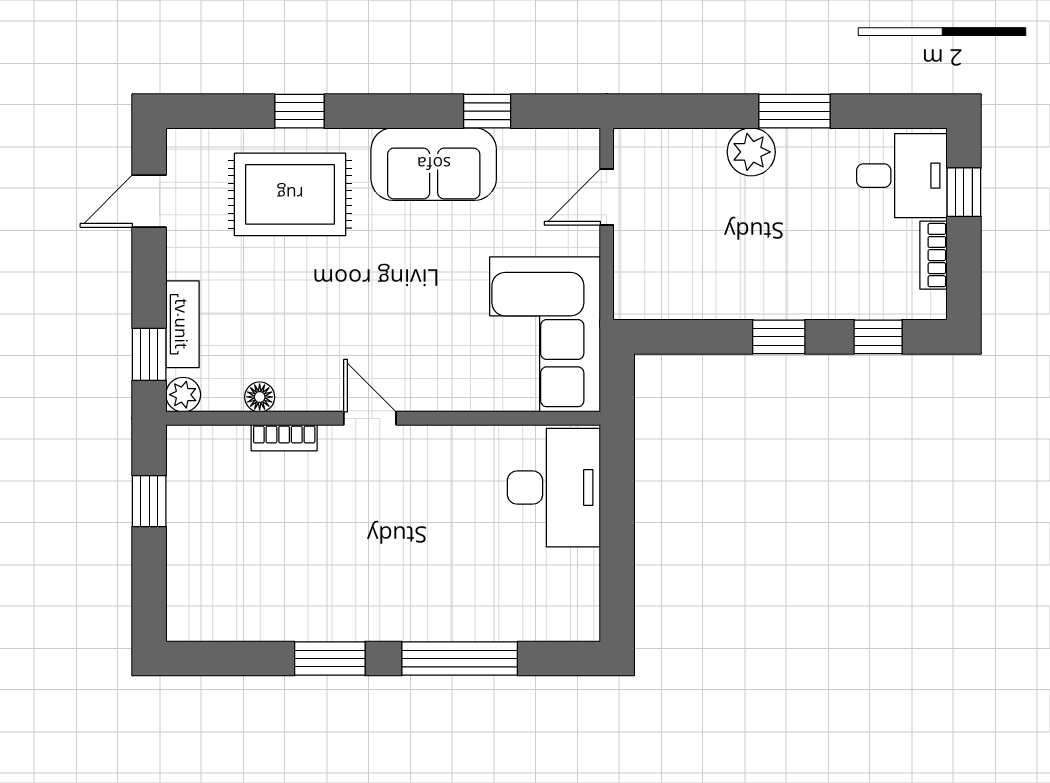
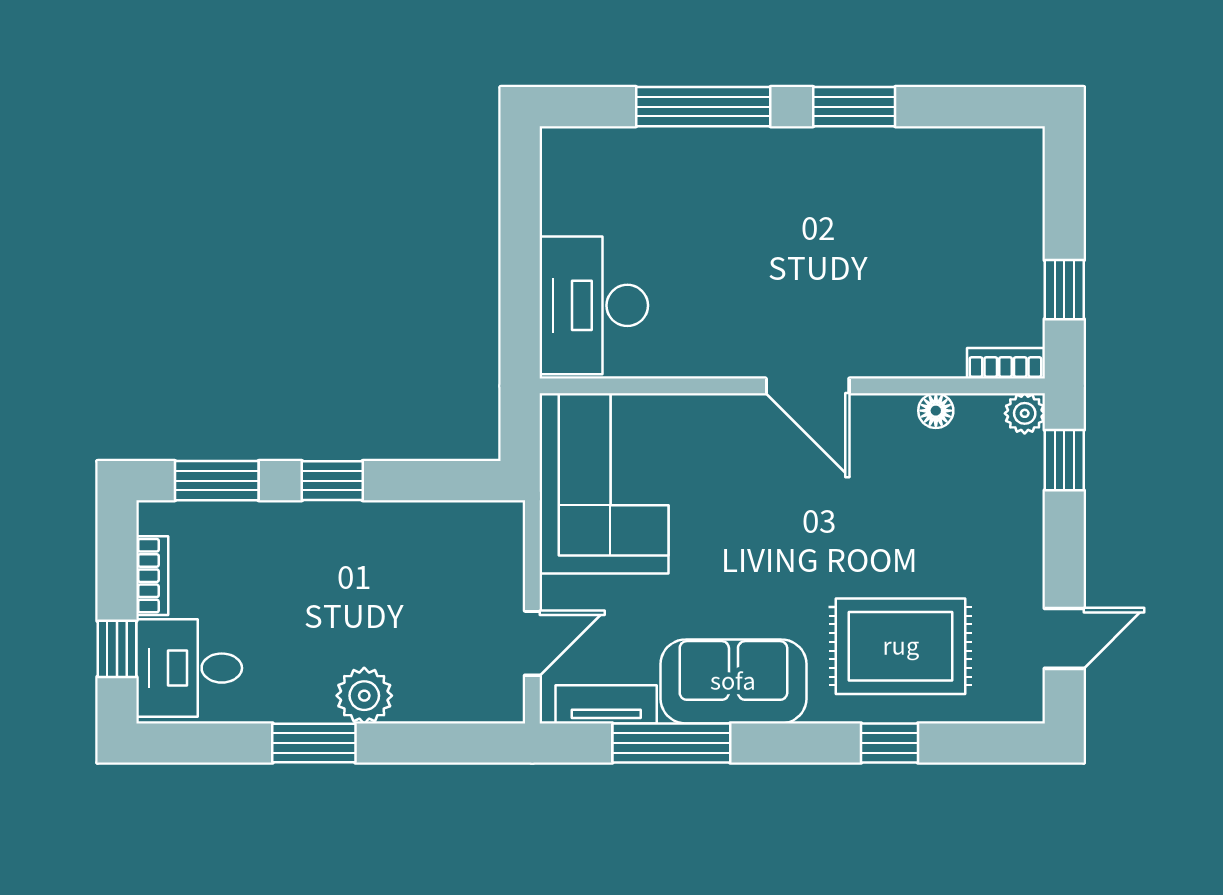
window: (487, 111) -> (671, 743), width x2.17
tv unit: (182, 324) -> (606, 704), moved, turned 90
window: (878, 337) -> (217, 481), width x1.50
door: (370, 418) -> (808, 386), width x1.38
bookcase: (284, 438) -> (1005, 363), moved

